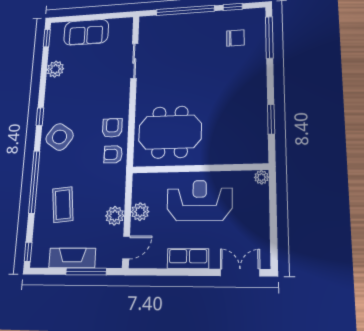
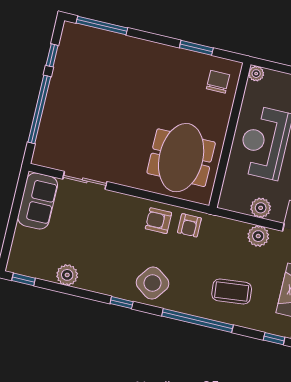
sofa: (86, 32) -> (38, 201), moved
chair: (235, 38) -> (218, 82), moved

